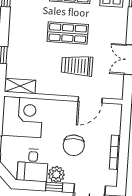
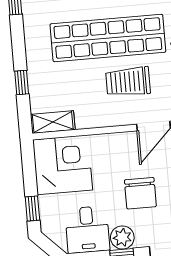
shop shelf: (68, 33) -> (108, 38), width x2.00, depth x1.36

